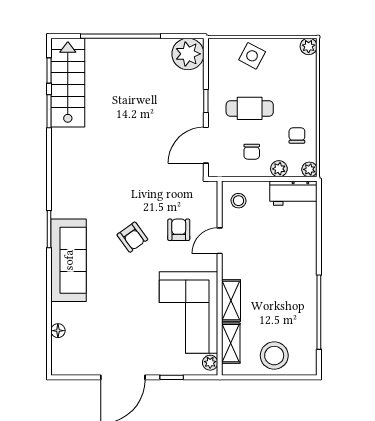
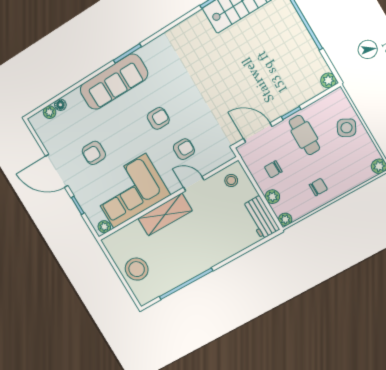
plant: (188, 54) -> (328, 80), width x0.53, depth x0.53
cafe table: (250, 108) -> (304, 135), moved
chair: (297, 135) -> (318, 187), moved
armchair: (132, 237) -> (158, 118), turned -144
shelving: (231, 301) -> (165, 214), width x1.50, depth x1.33
armchair: (128, 326) -> (94, 153), added
shelving: (231, 343) -> (127, 233), removed
plant: (59, 347) -> (50, 112), added

